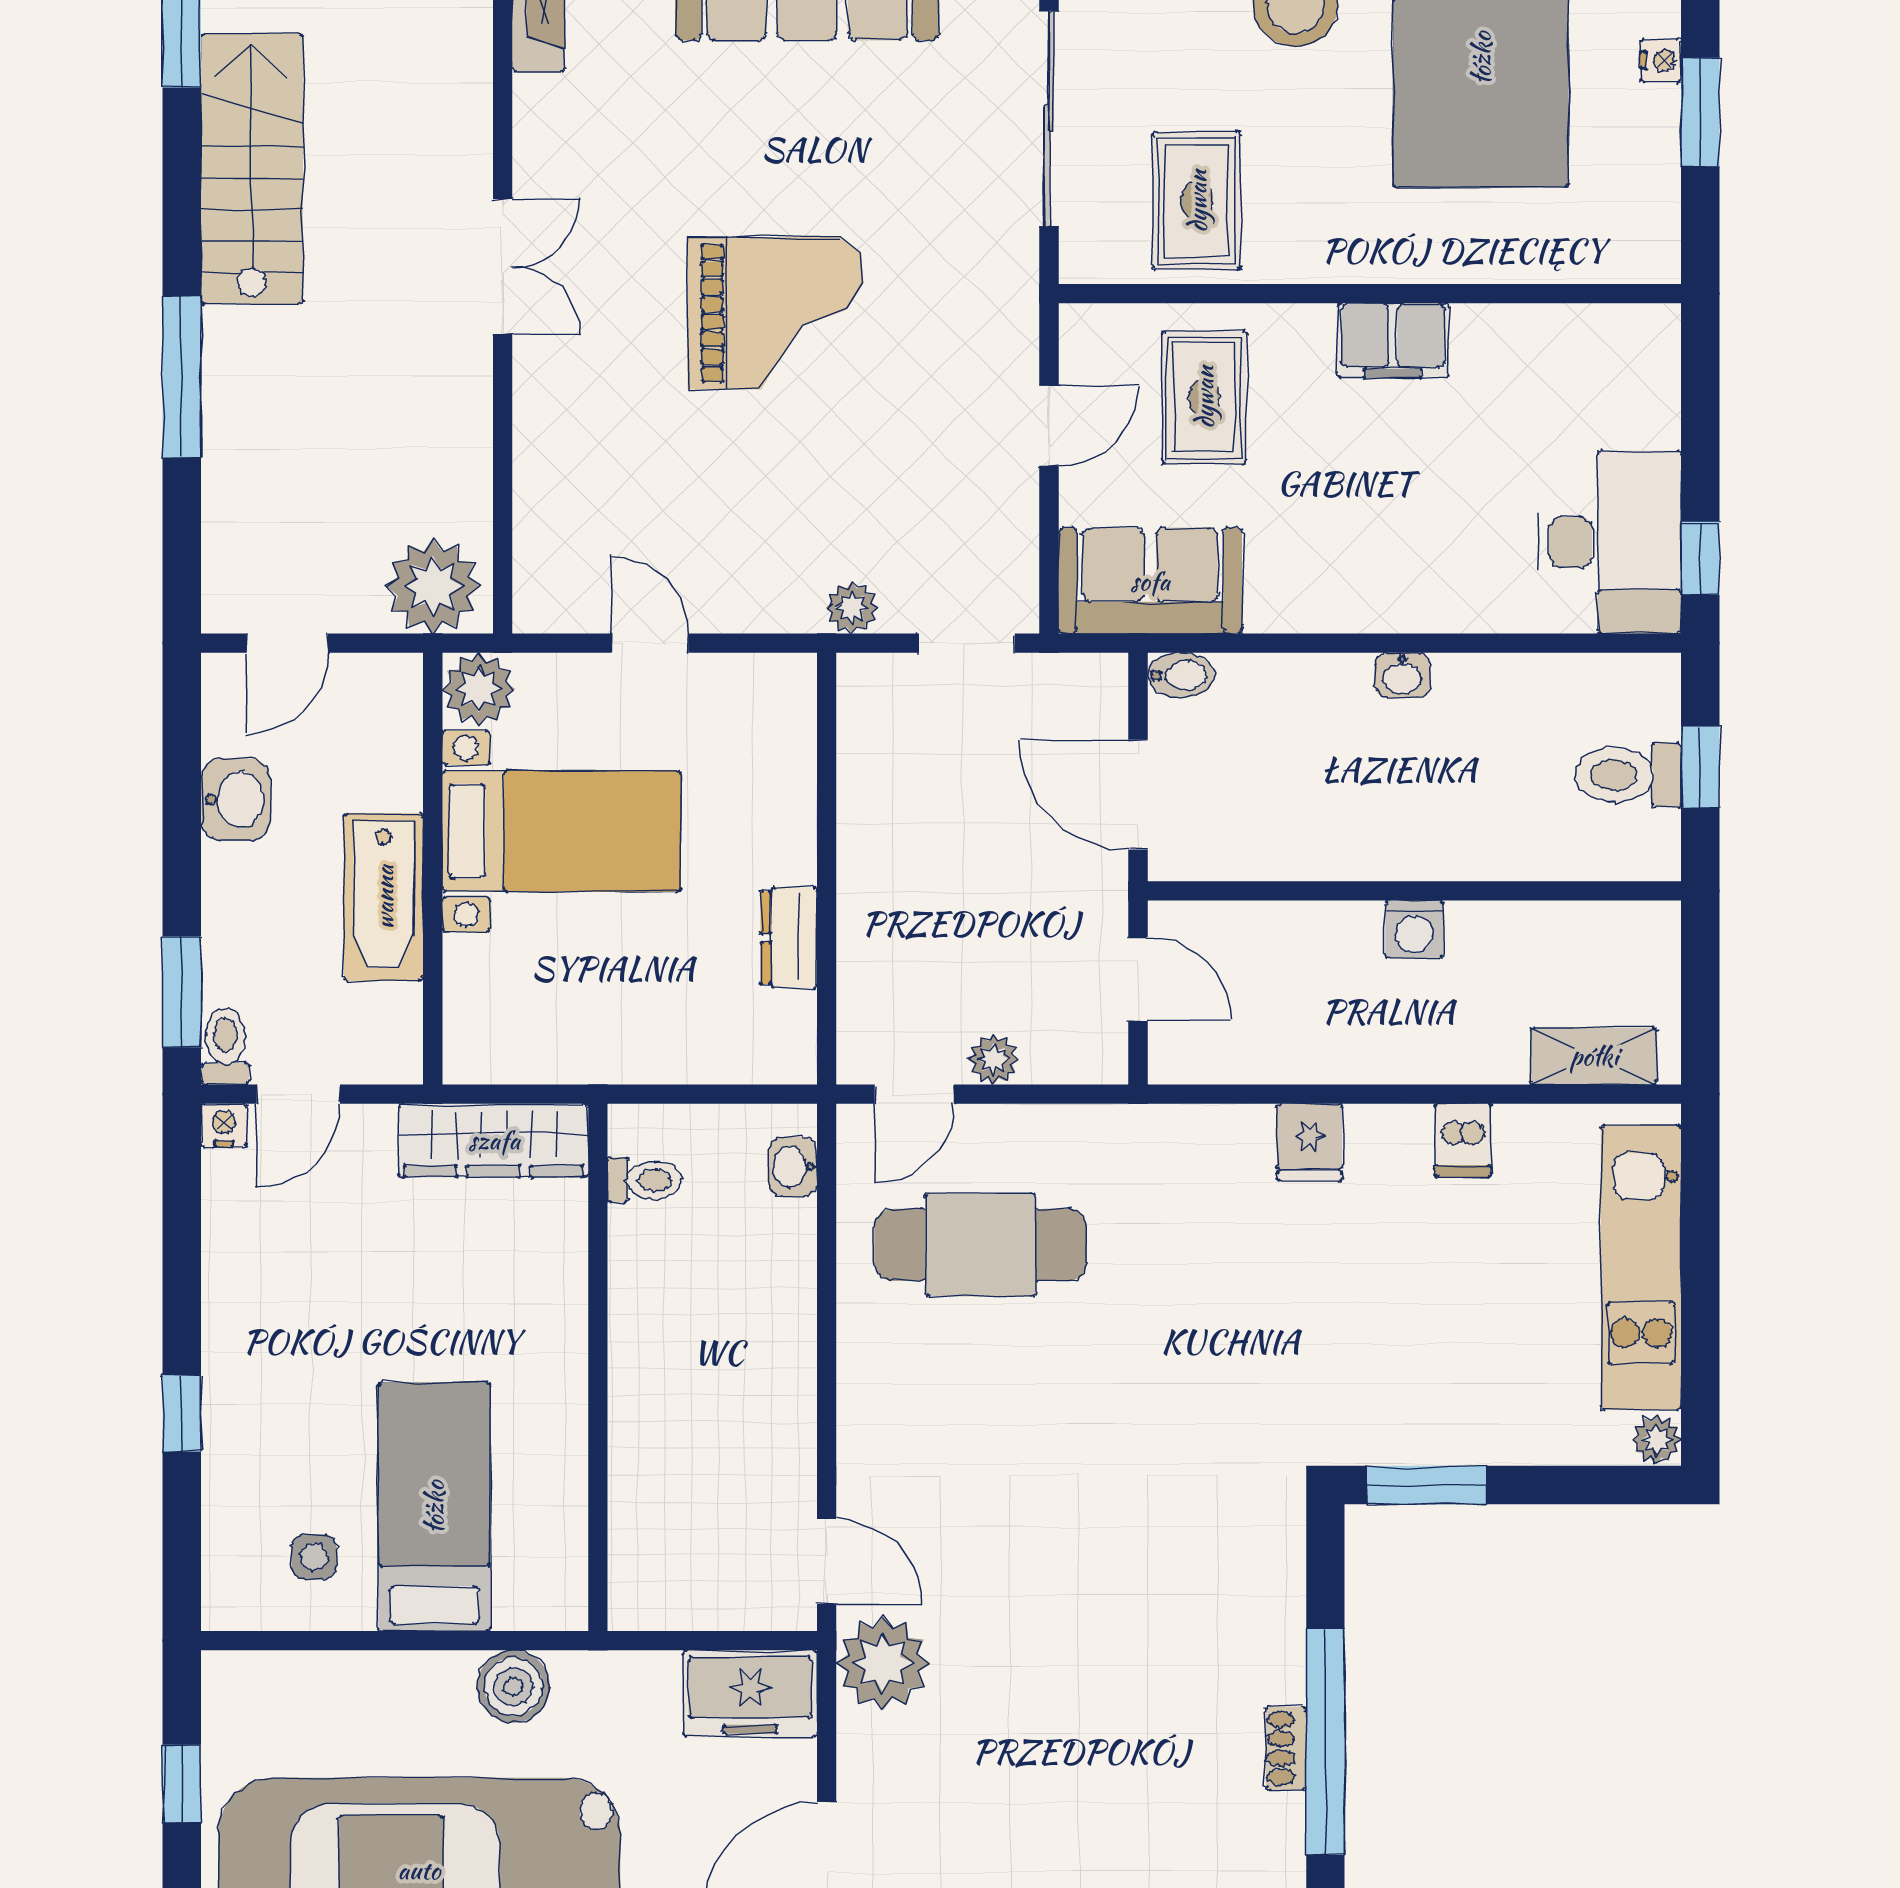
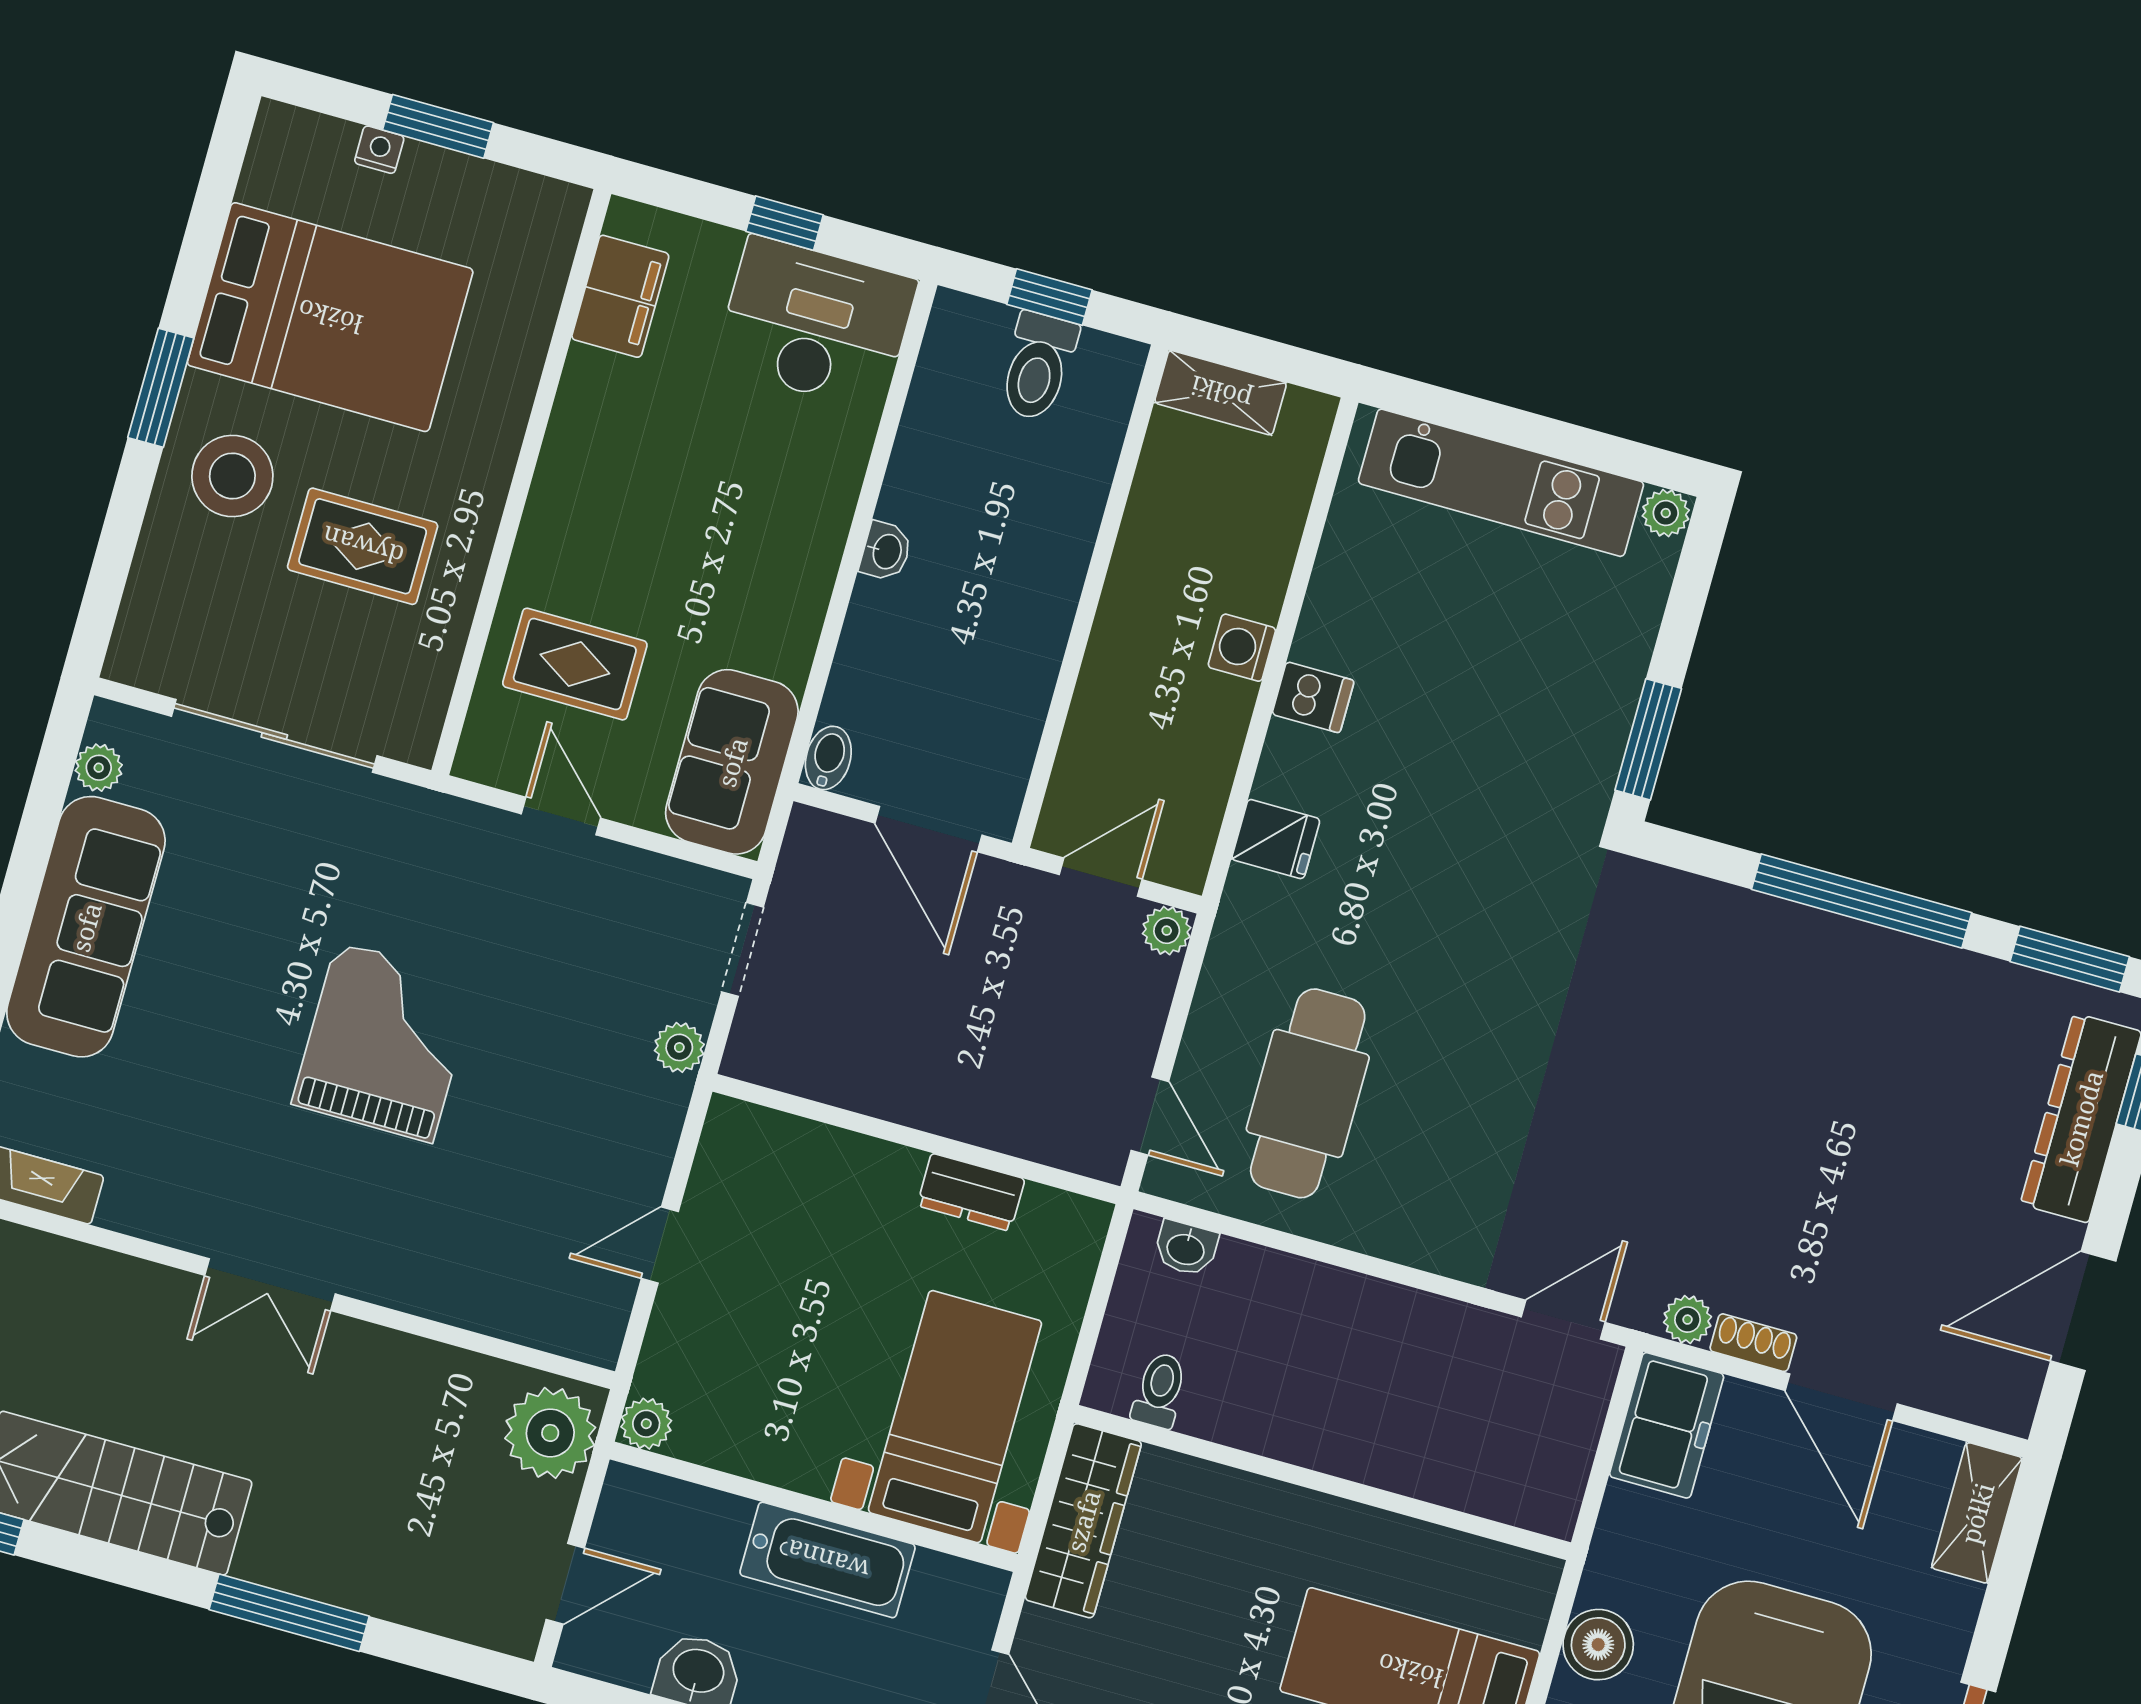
rug: (1197, 201) -> (363, 546), moved
double door: (503, 267) -> (270, 1285), swing flipped
filing cabinet: (1393, 341) -> (620, 296), moved
window: (1700, 558) -> (785, 223), moved
door: (287, 643) -> (565, 1584), hinge flipped
plant: (479, 689) -> (646, 1424), width x0.73, depth x0.73
door: (1138, 795) -> (929, 829), hinge flipped
bed with nightstands: (561, 831) -> (955, 1417), moved
washing machine: (1414, 929) -> (1242, 648), moved, turned 180
shelving: (1594, 1056) -> (1221, 393), moved, turned 90
plant: (993, 1059) -> (1167, 931), moved
dishwasher: (1463, 1140) -> (1313, 697), moved
fridge: (1310, 1143) -> (1276, 839), moved
plant: (883, 1663) -> (1688, 1320), width x0.53, depth x0.53
shoe rack: (1286, 1748) -> (1753, 1343), moved, turned 180

